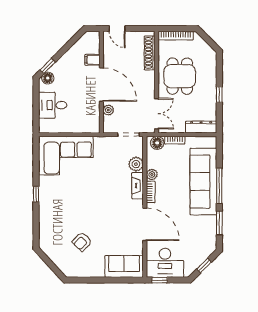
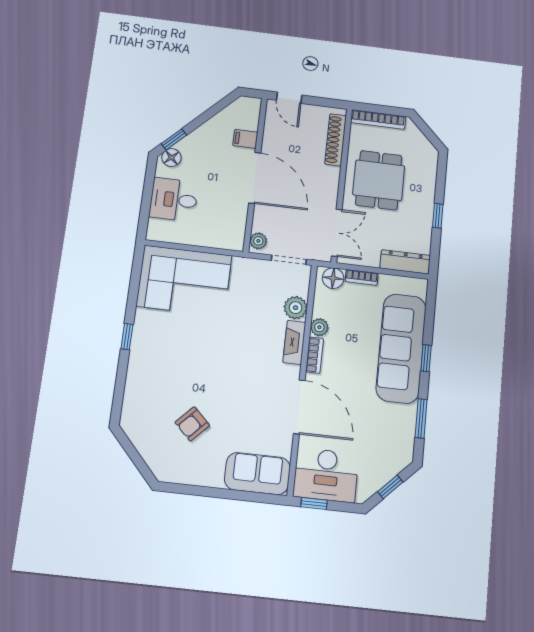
plant: (108, 110) -> (258, 241), moved
window: (219, 186) -> (426, 358), width x0.46

